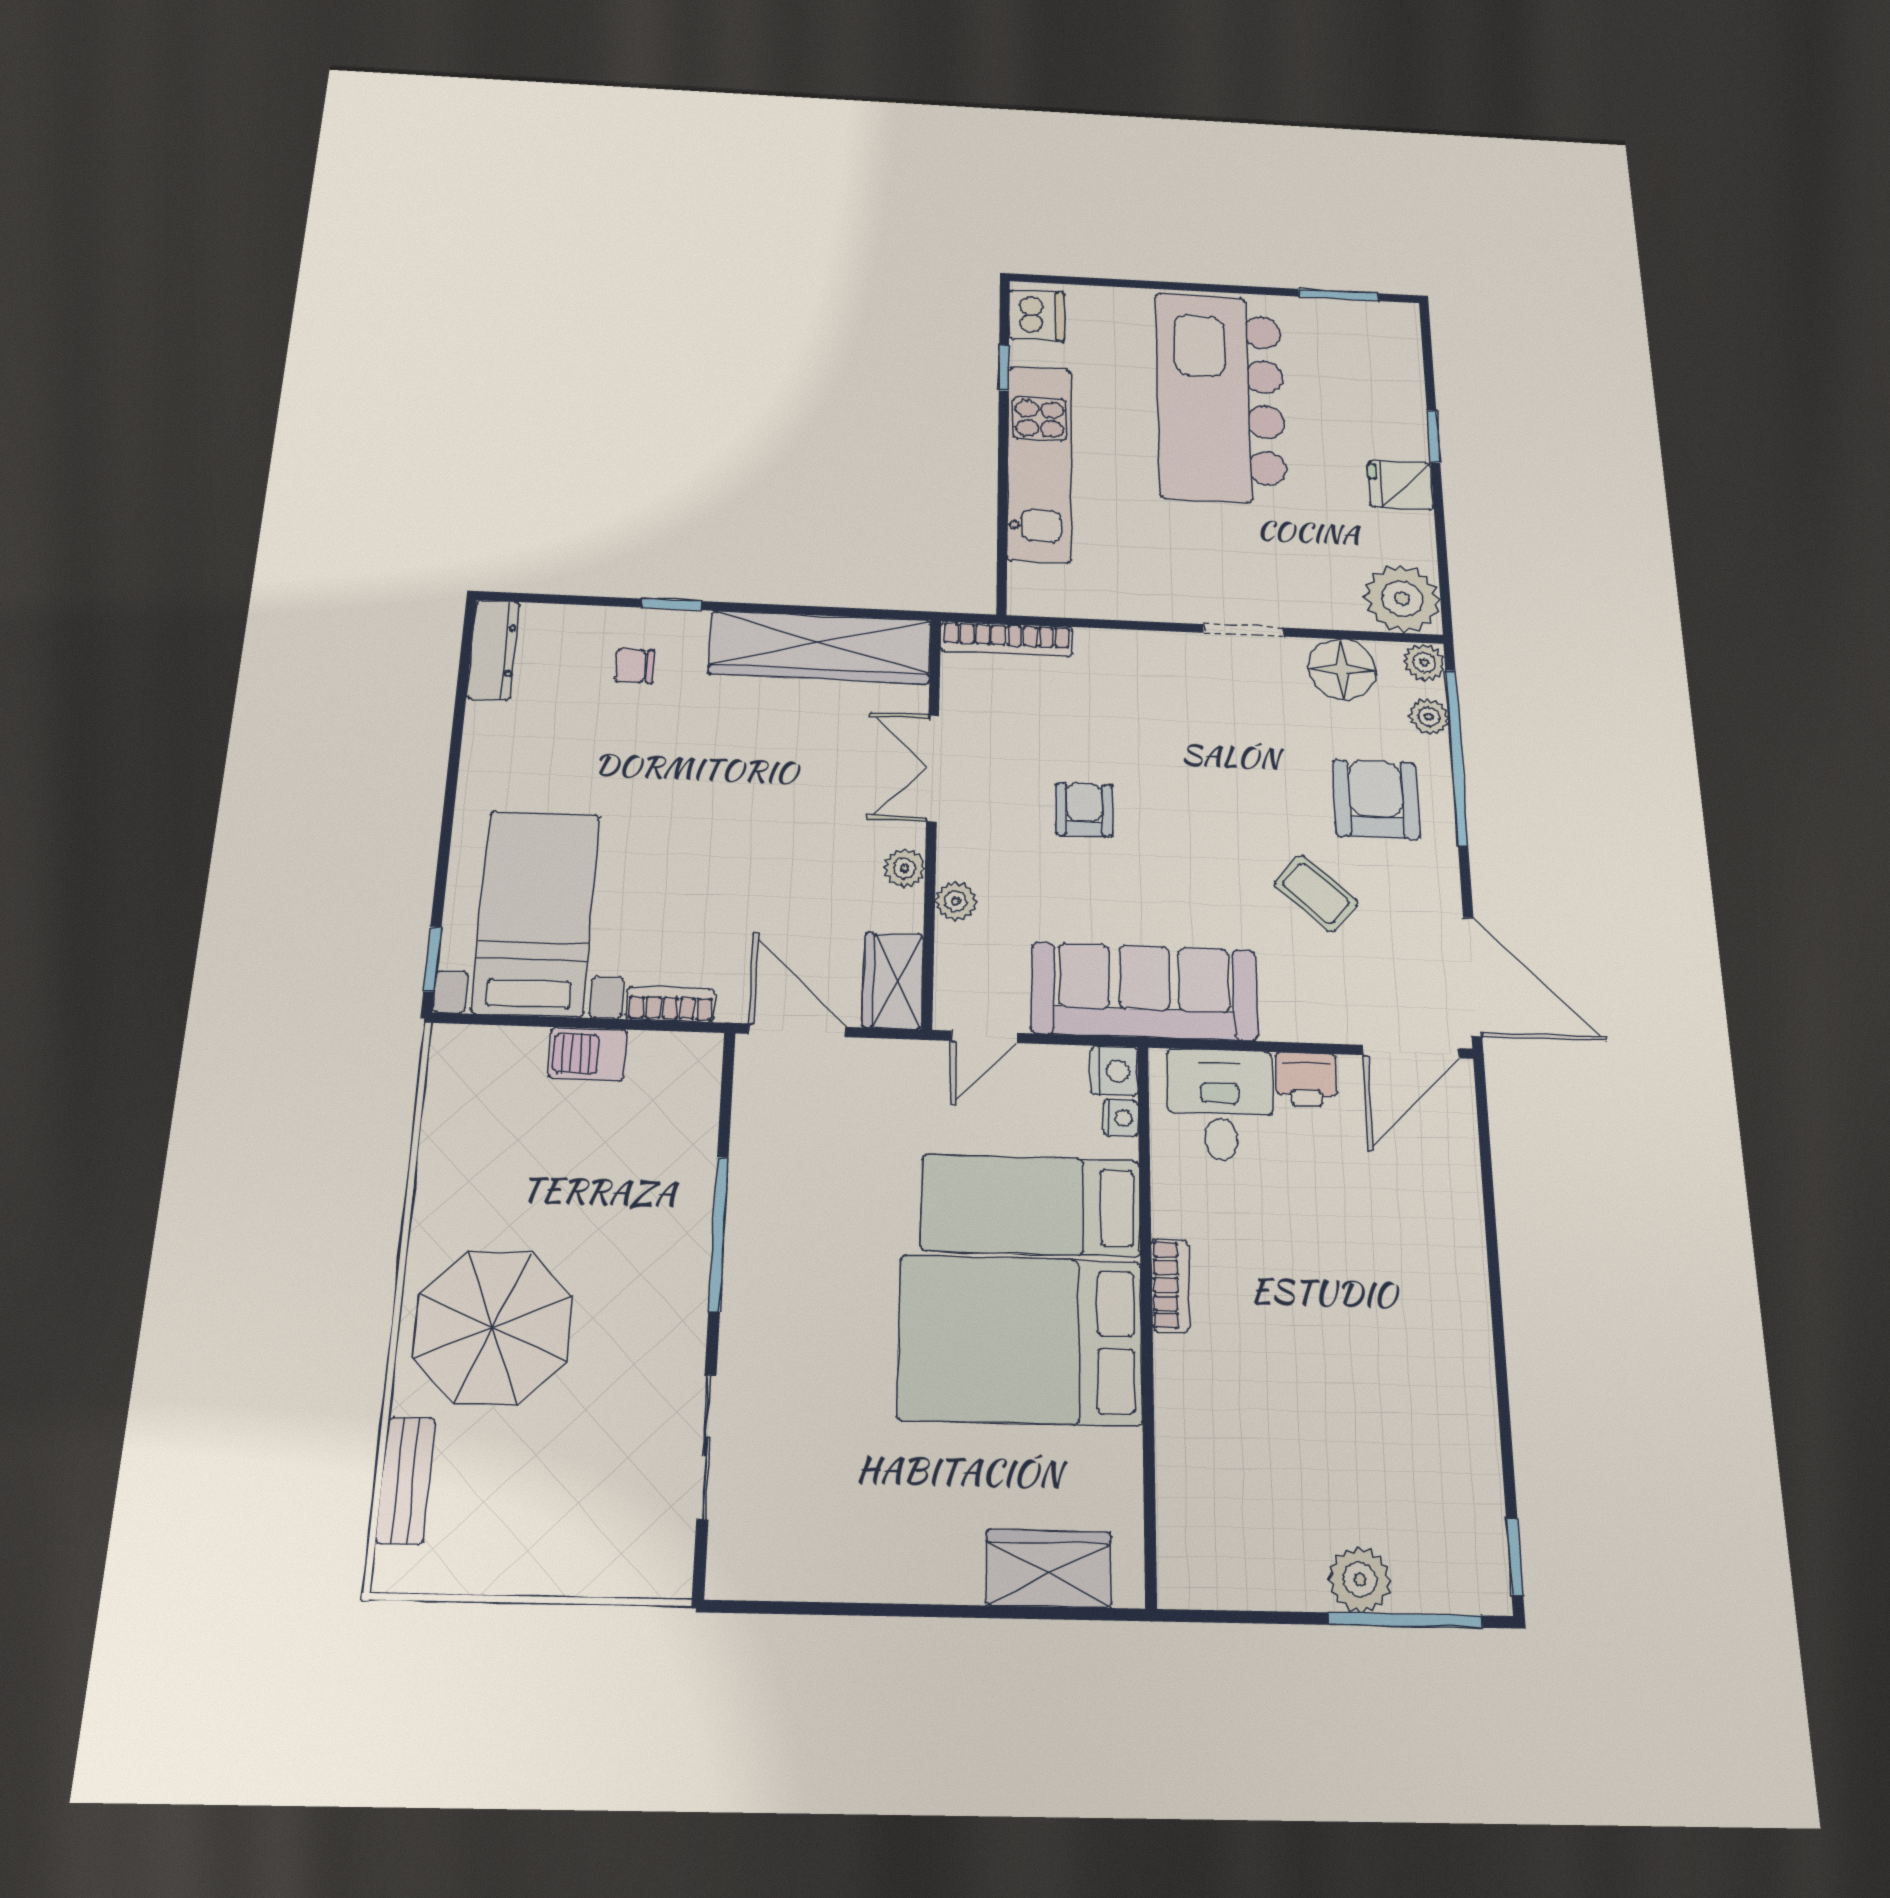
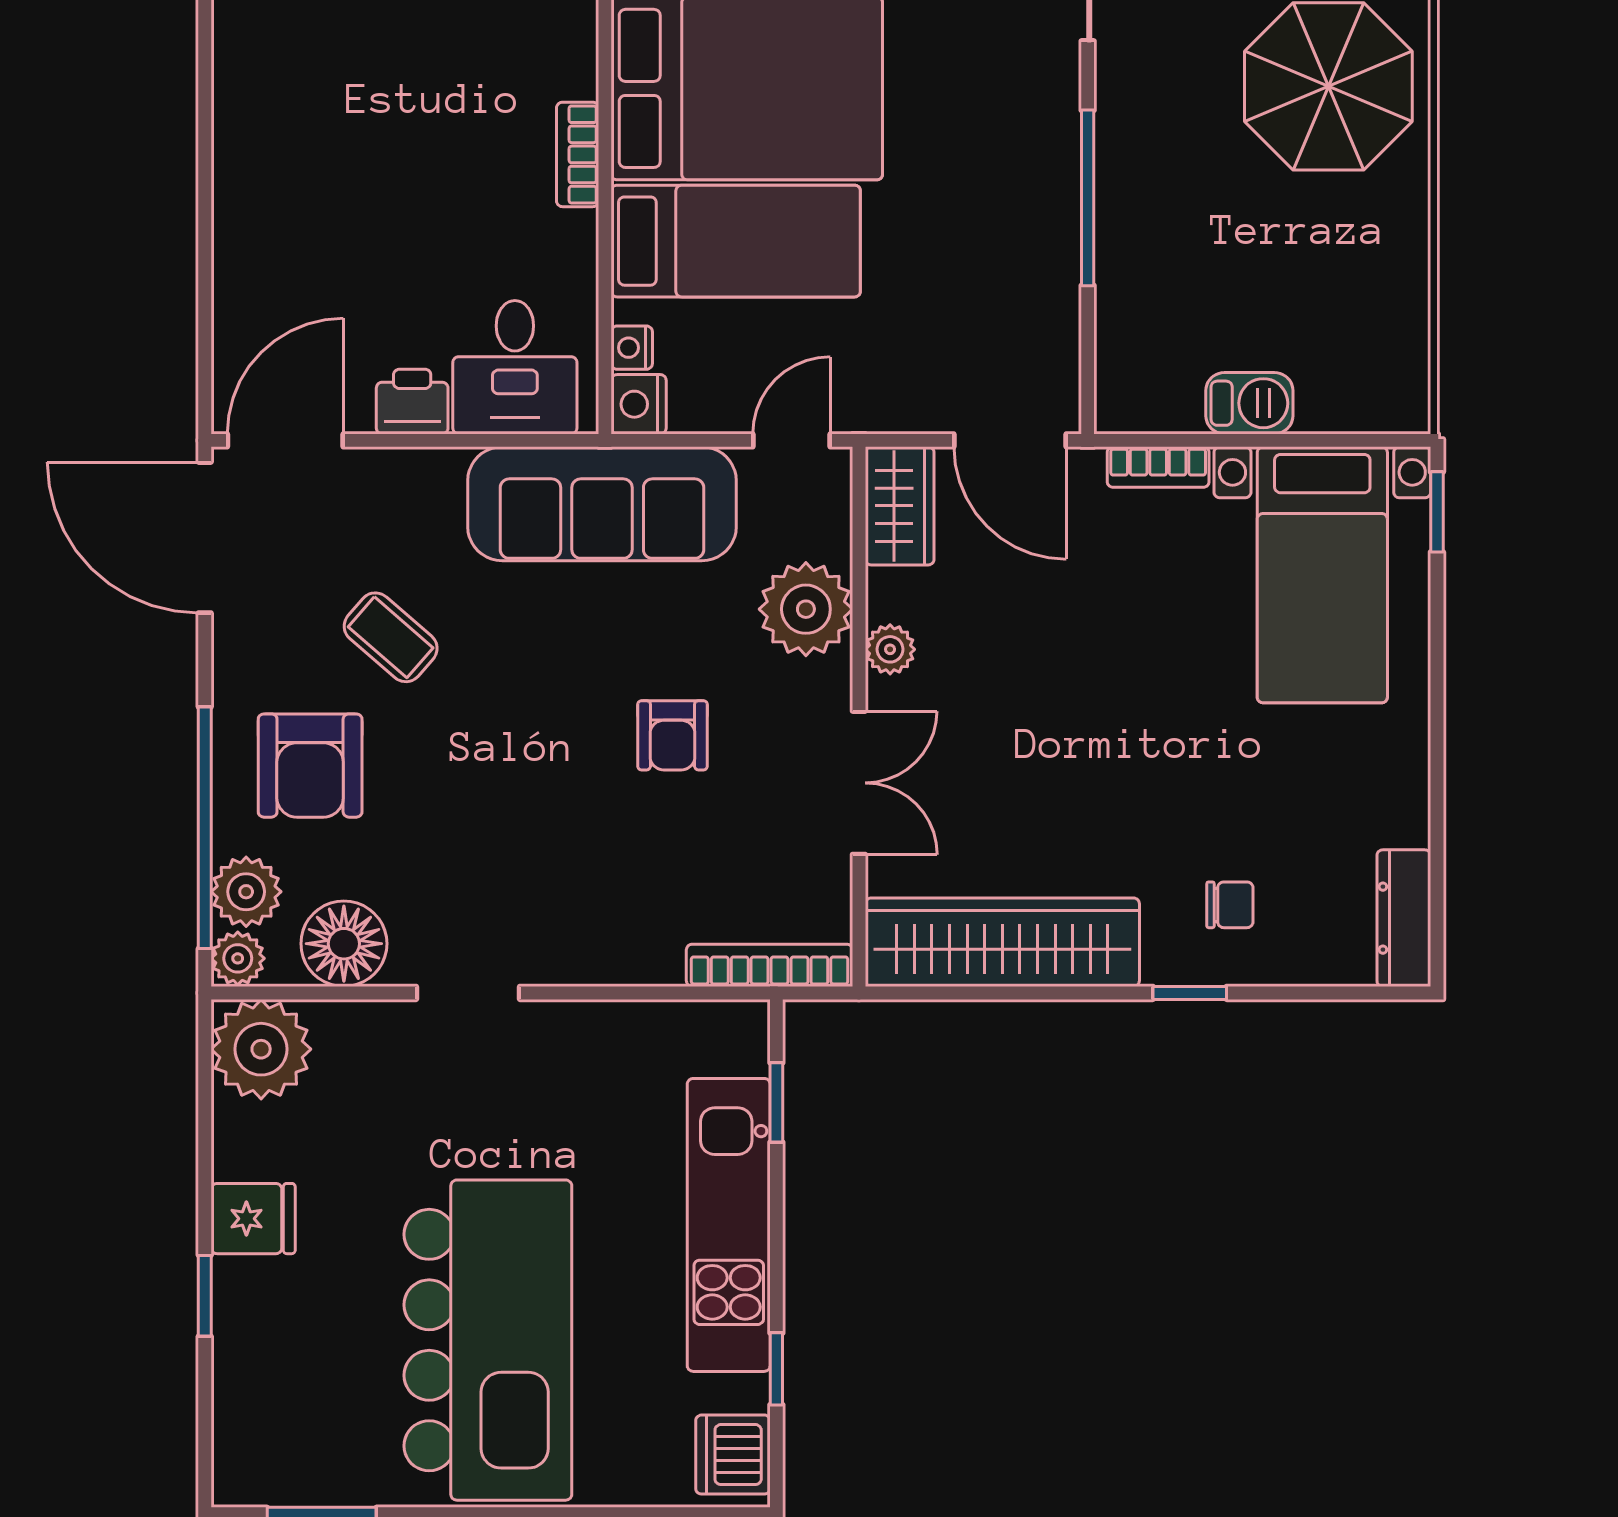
window: (1002, 544) -> (776, 1102), added
plant: (1429, 717) -> (246, 892), width x1.38, depth x1.38
plant: (956, 901) -> (806, 609), width x1.87, depth x1.87

